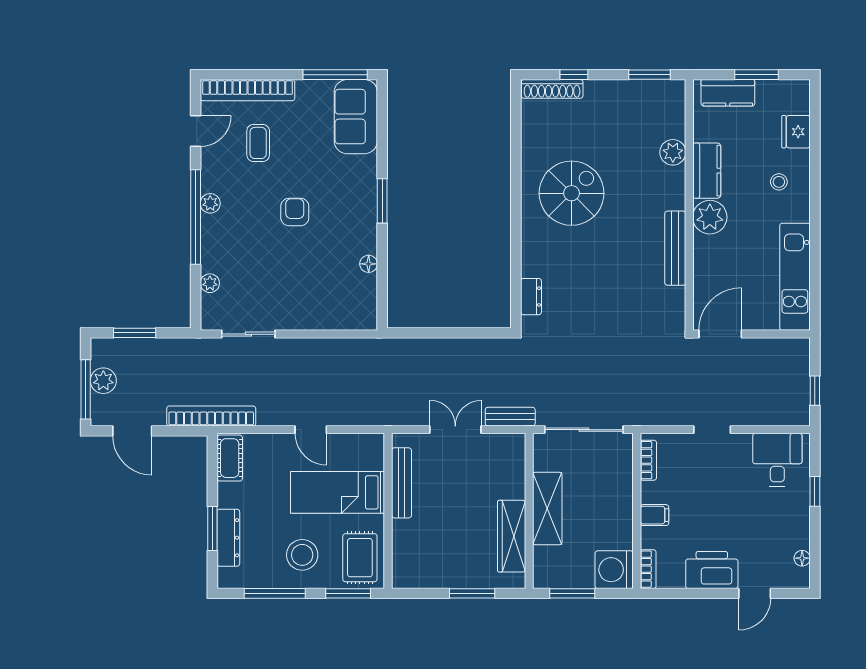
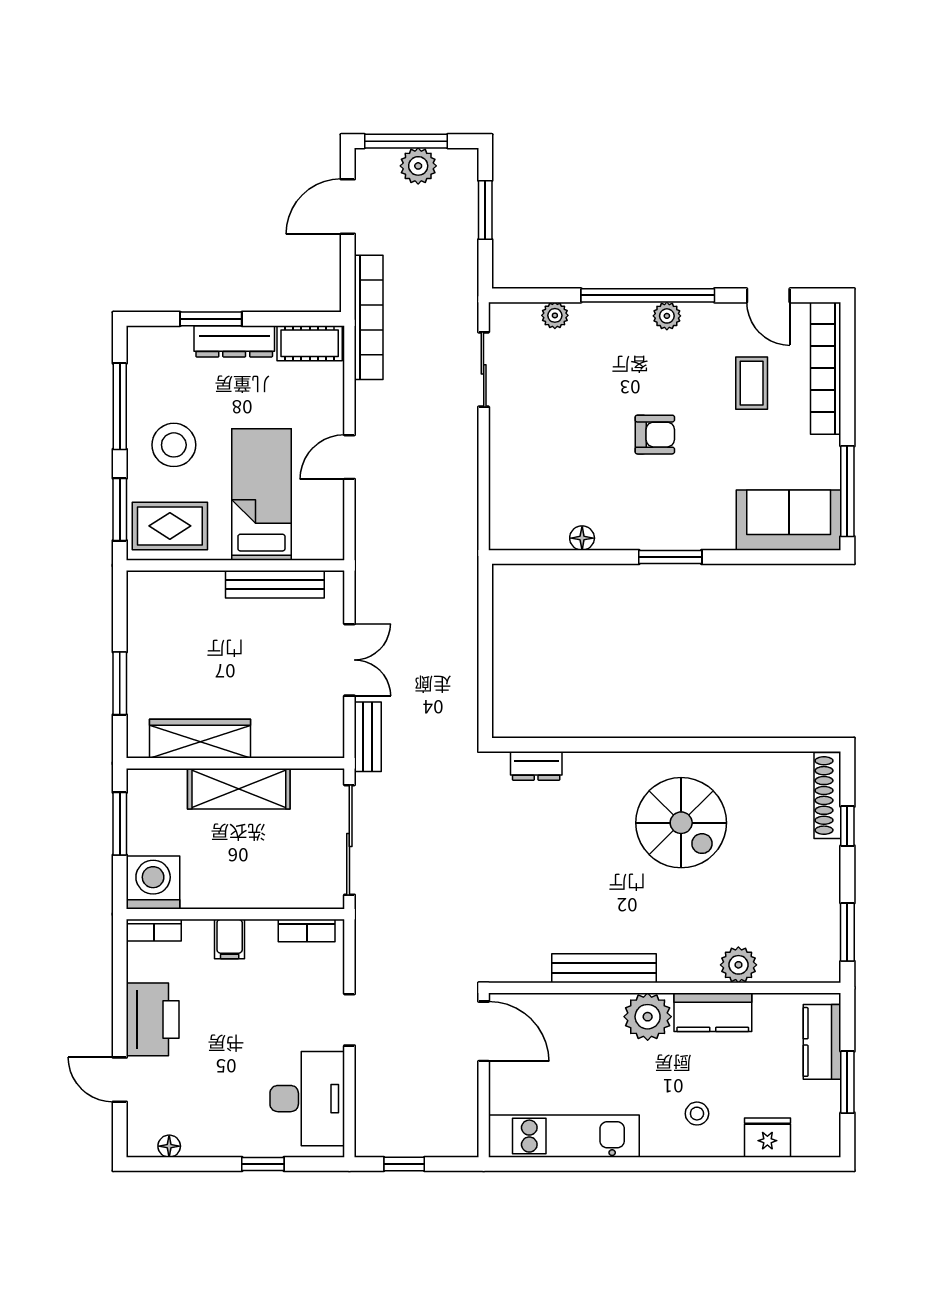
coffee table: (258, 143) -> (752, 383), turned 90
desk: (777, 460) -> (307, 1099), width x1.37
dresser: (228, 538) -> (234, 341), moved

